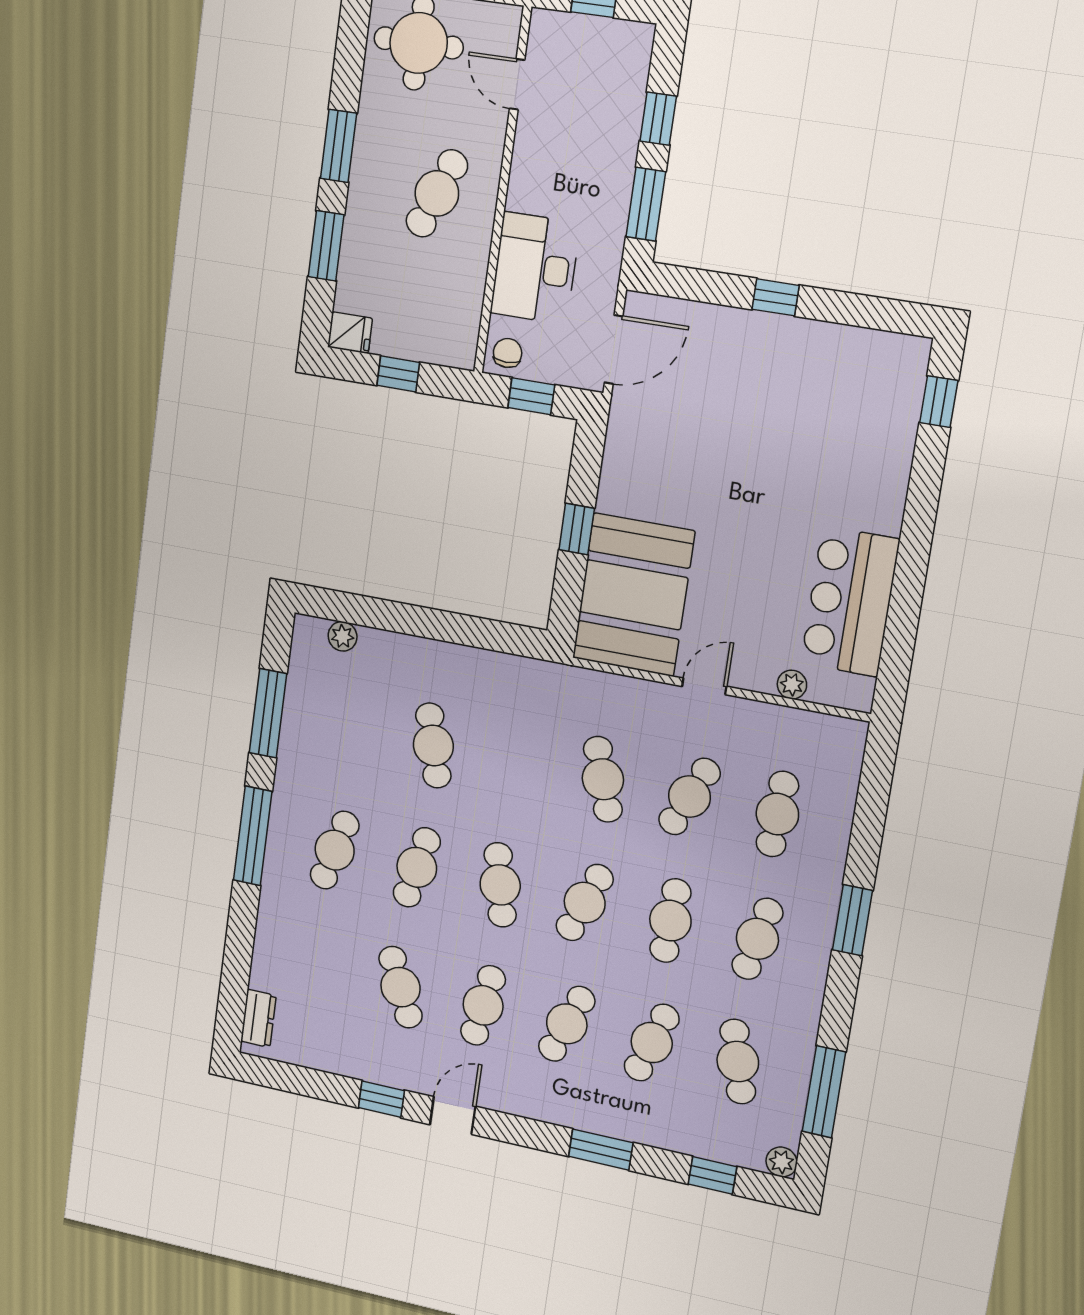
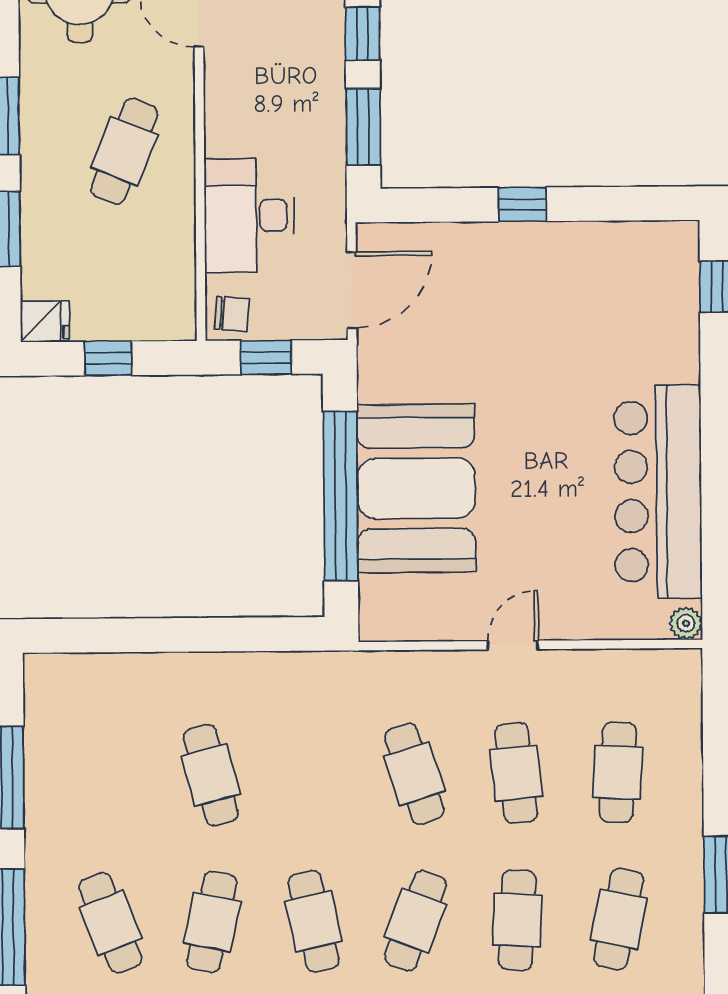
chair: (508, 353) -> (232, 314), turned 95
window: (577, 529) -> (341, 496), width x3.17
booth: (634, 595) -> (416, 488), moved
bar counter: (850, 601) -> (658, 491), width x1.36
plant: (343, 636) -> (85, 670), removed
plant: (792, 685) -> (686, 623), moved
cafe table: (689, 797) -> (516, 773), turned -30
cafe table: (335, 850) -> (110, 923), turned -36

